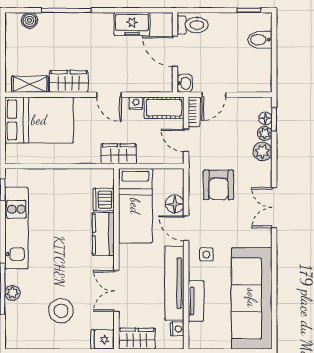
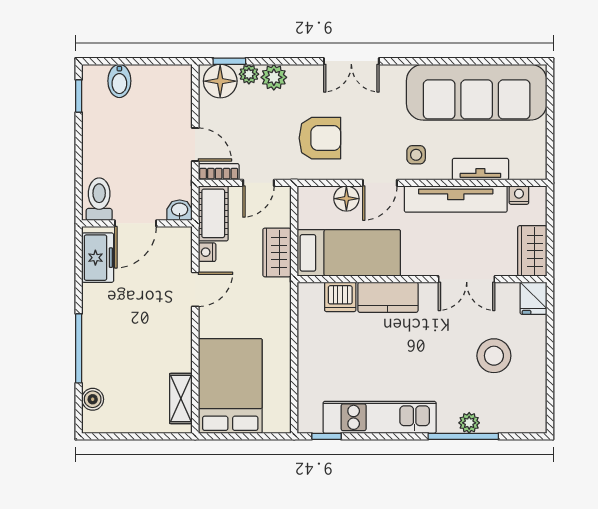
toilet: (193, 25) -> (99, 199), moved
door: (175, 51) -> (136, 223), moved
wall: (175, 52) -> (137, 223), moved
wardrobe: (69, 81) -> (177, 345), removed
washbasin: (185, 83) -> (180, 210), moved
floor lamp: (265, 118) -> (220, 81), width x1.89, depth x1.89
wardrobe: (119, 154) -> (277, 252), moved

